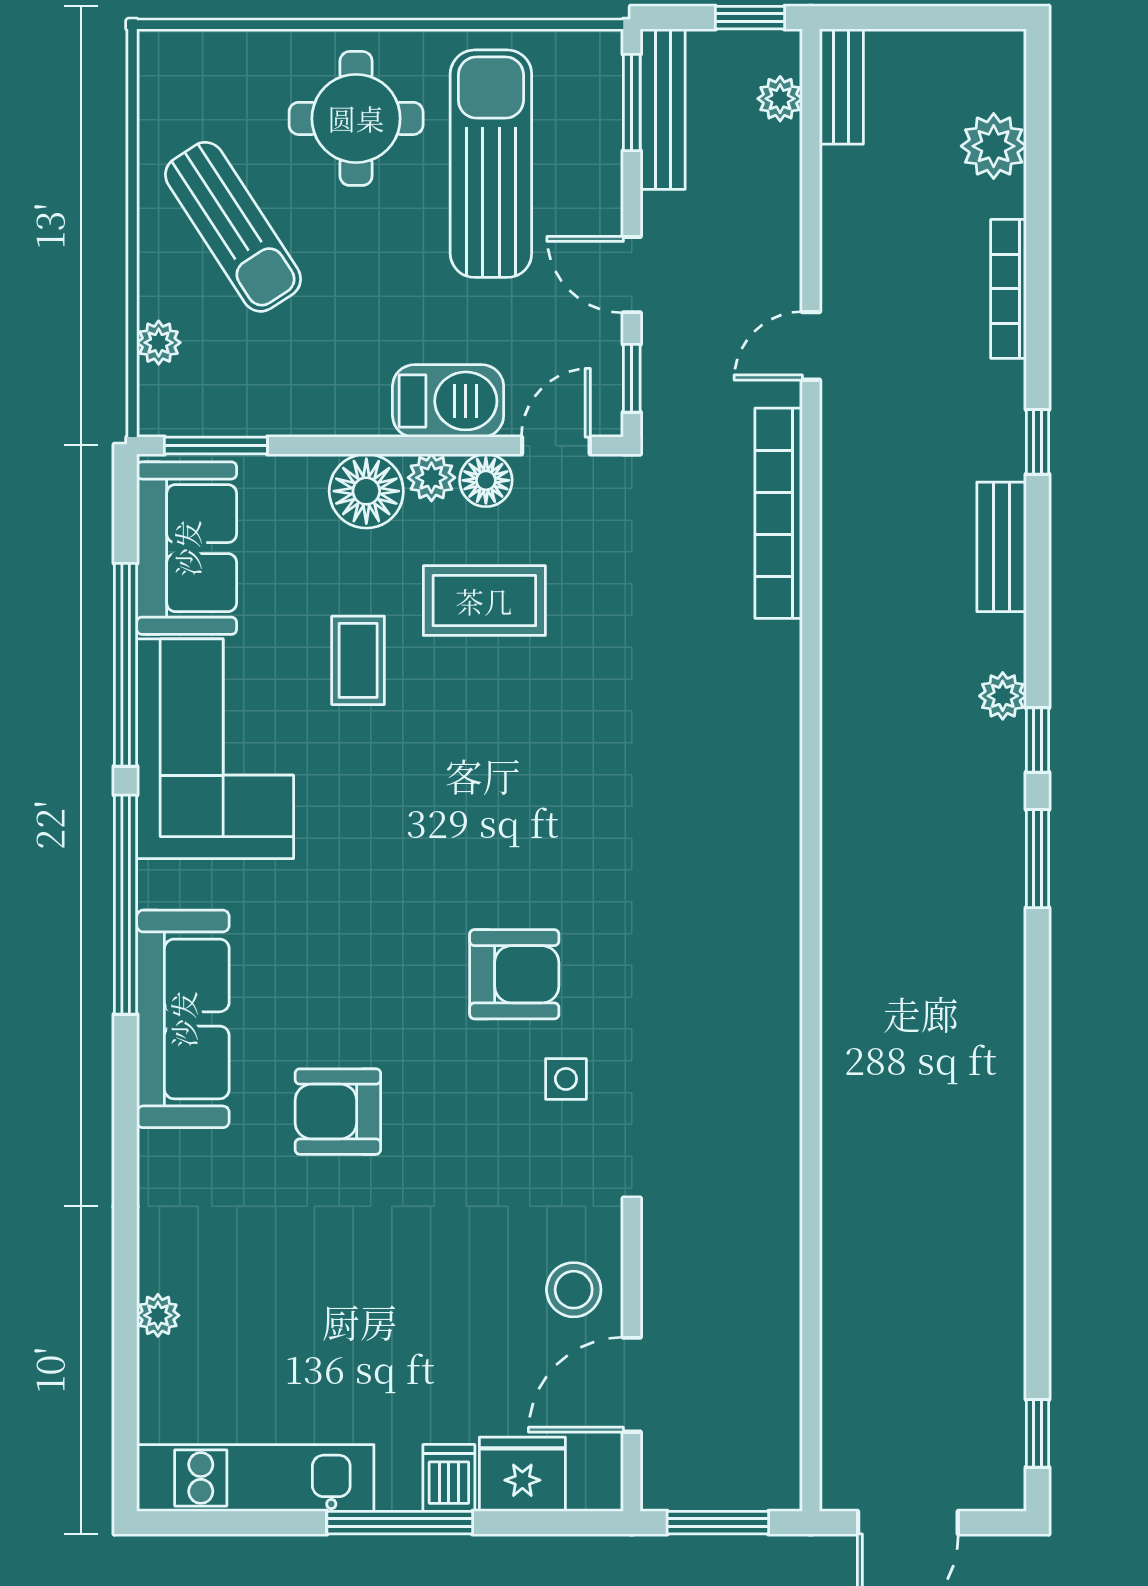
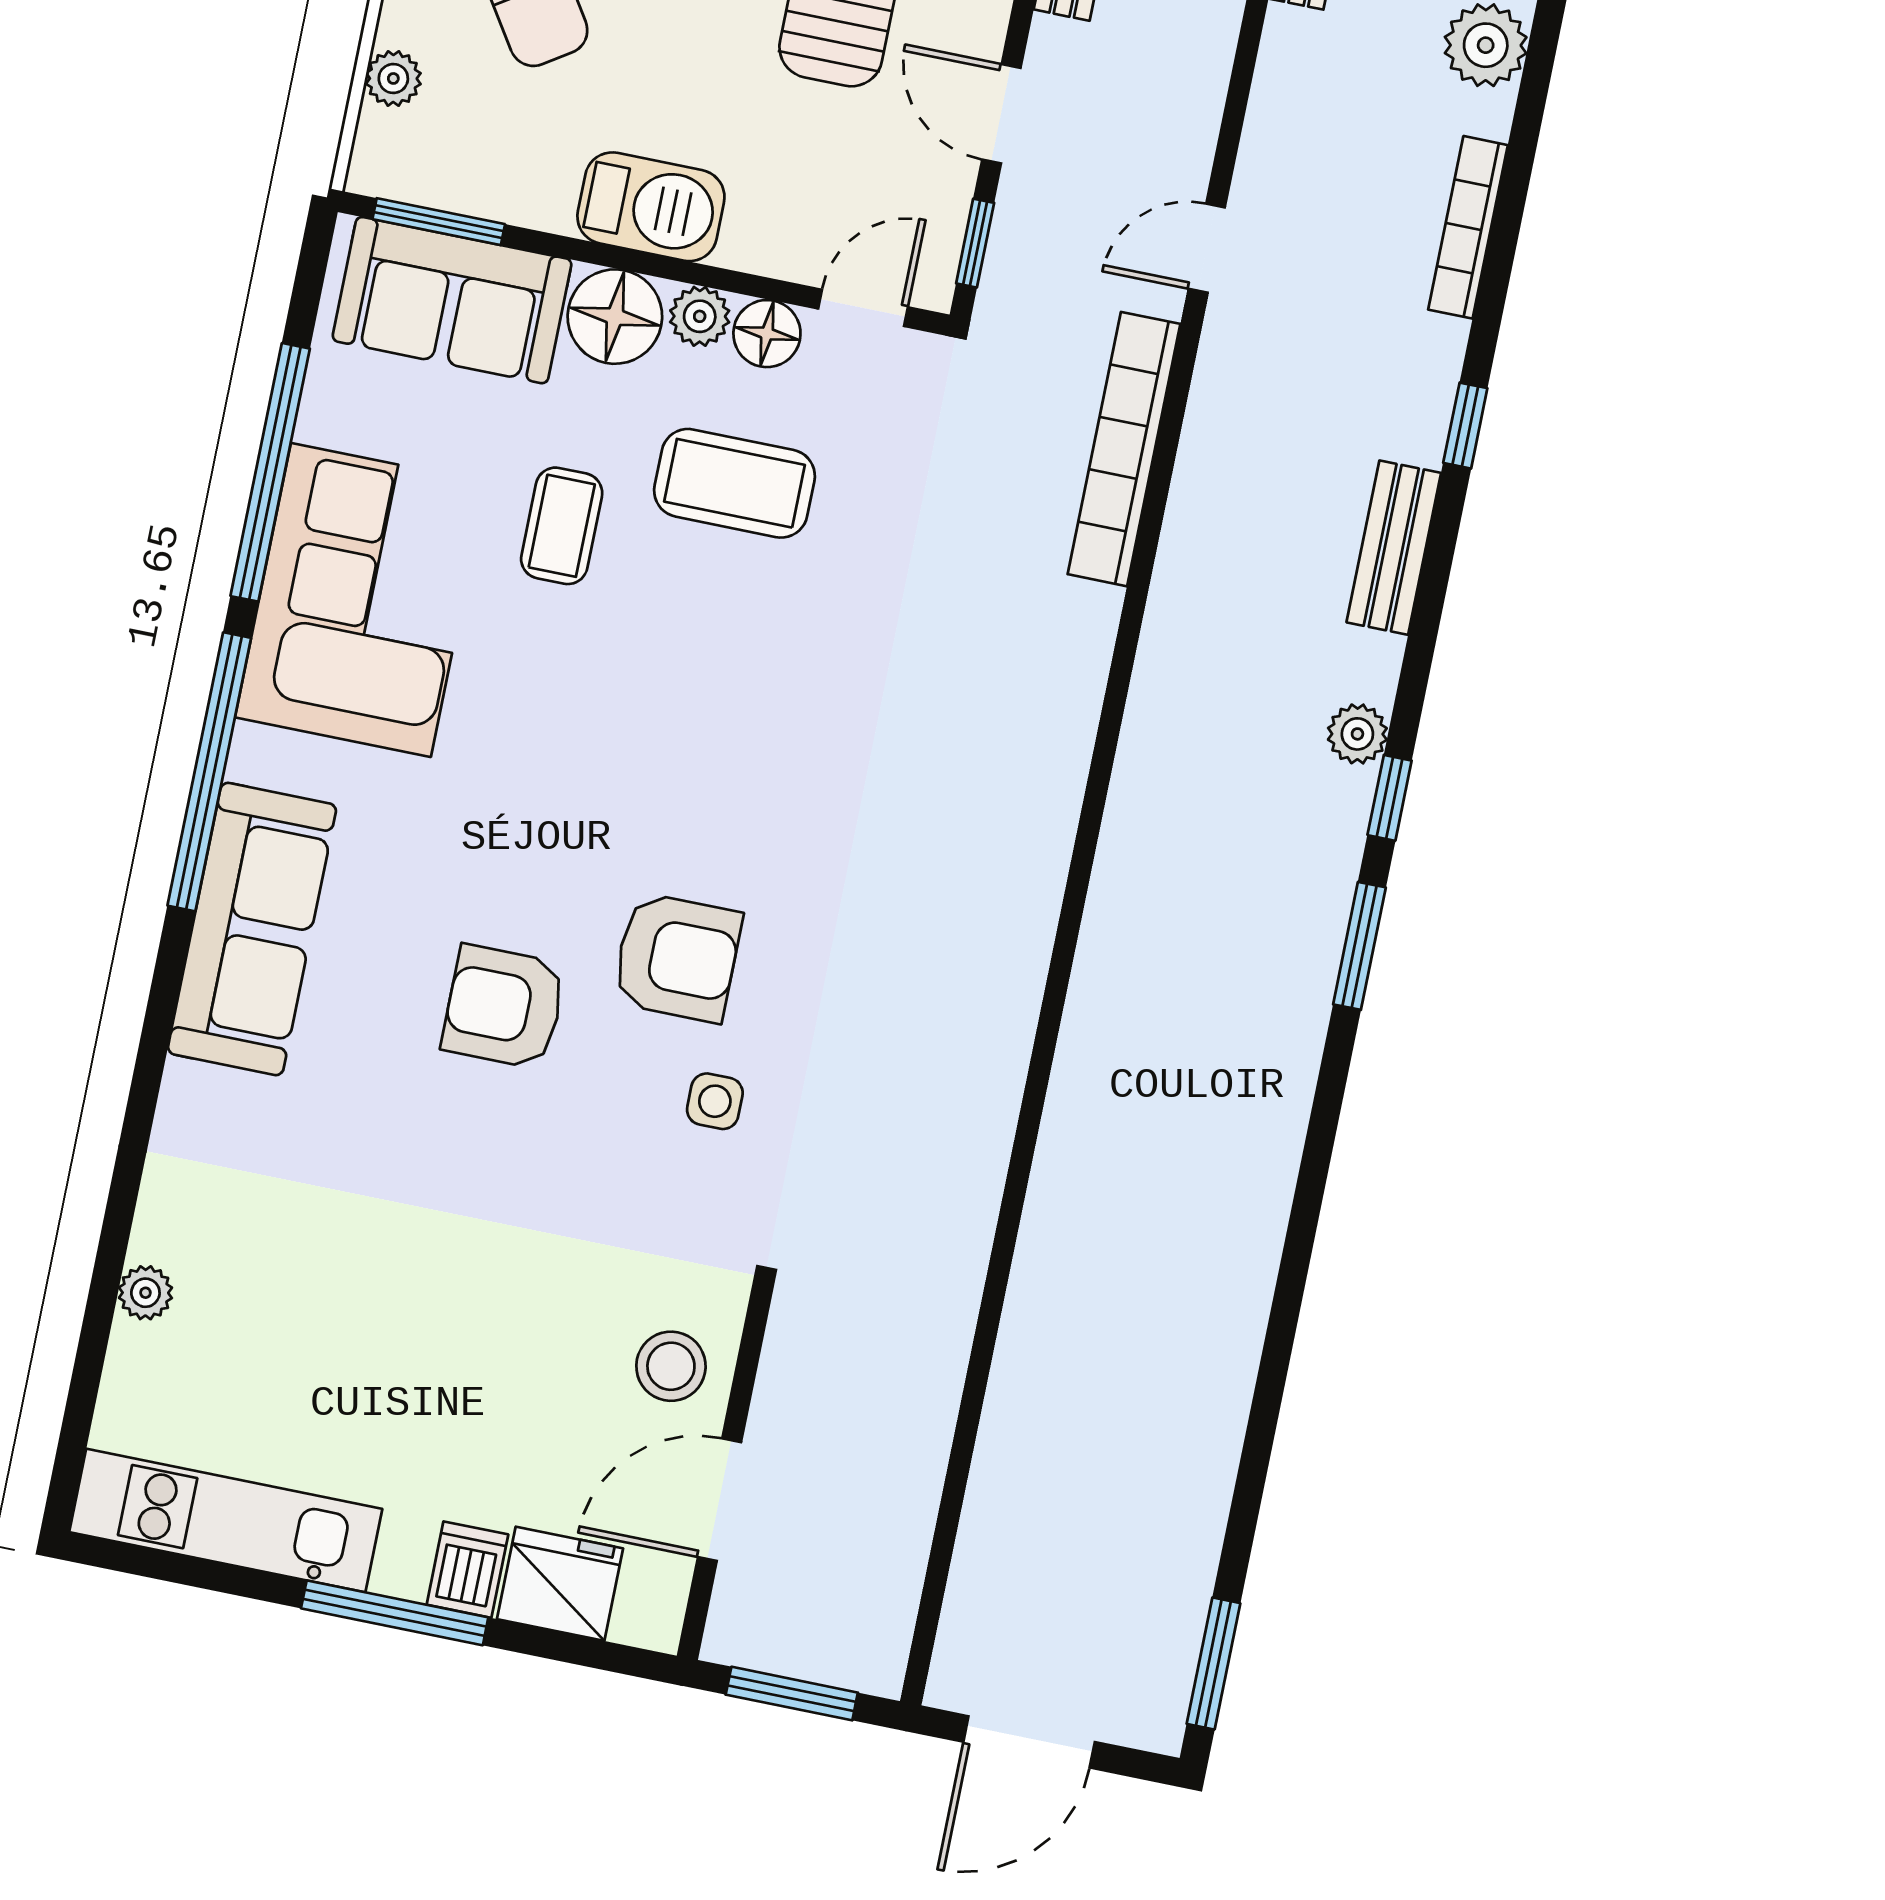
barbecue: (448, 401) -> (651, 207), moved
sofa: (187, 548) -> (452, 300), moved, turned 90
armchair: (338, 1112) -> (504, 1007), moved
window: (1037, 1433) -> (1213, 1663), width x1.50

